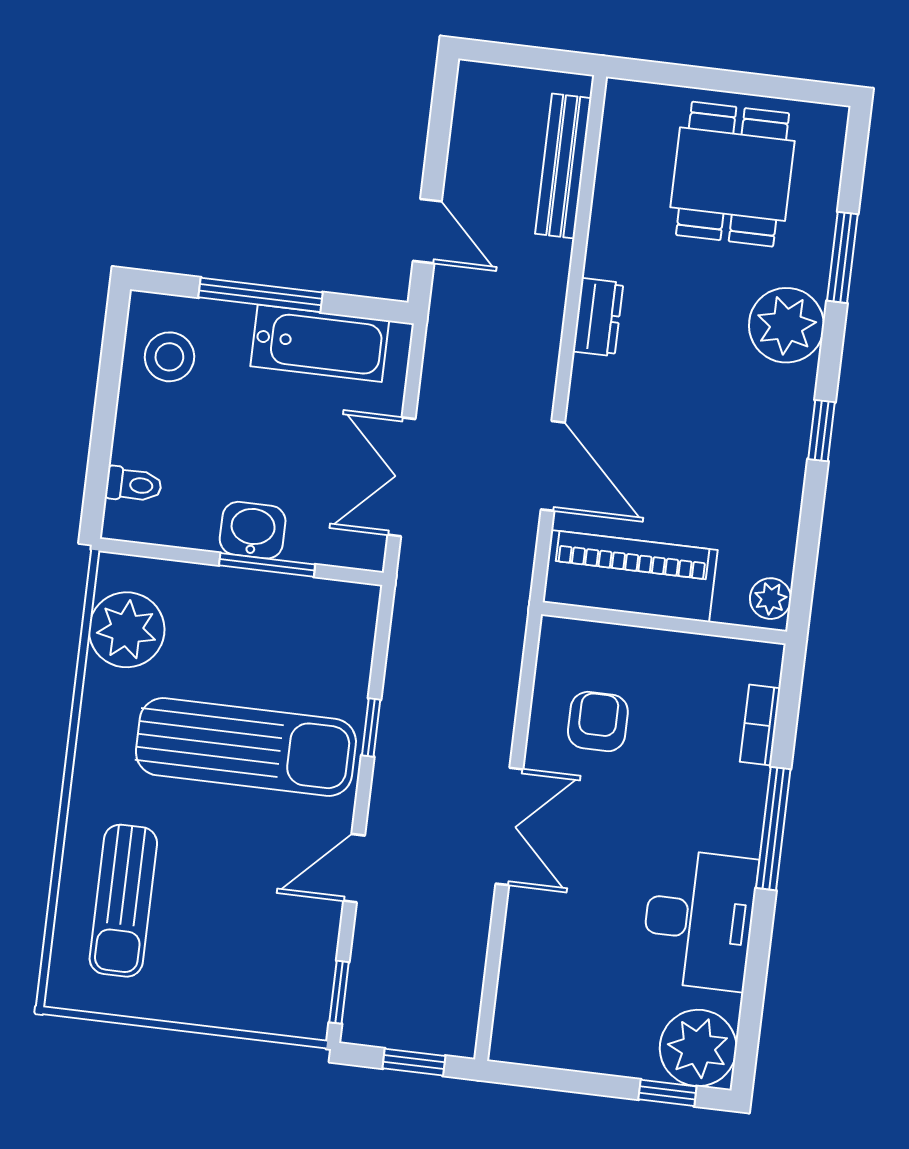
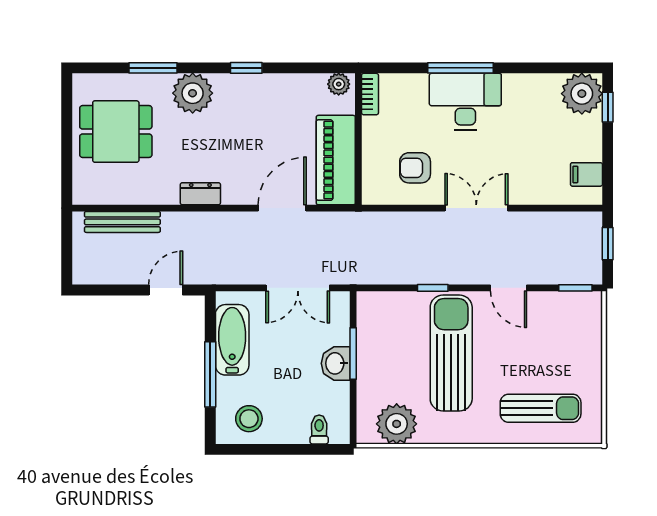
bookcase: (760, 725) -> (370, 94), moved, turned -90
desk: (699, 920) -> (465, 101), moved
filing cabinet: (547, 1038) -> (586, 174), added

